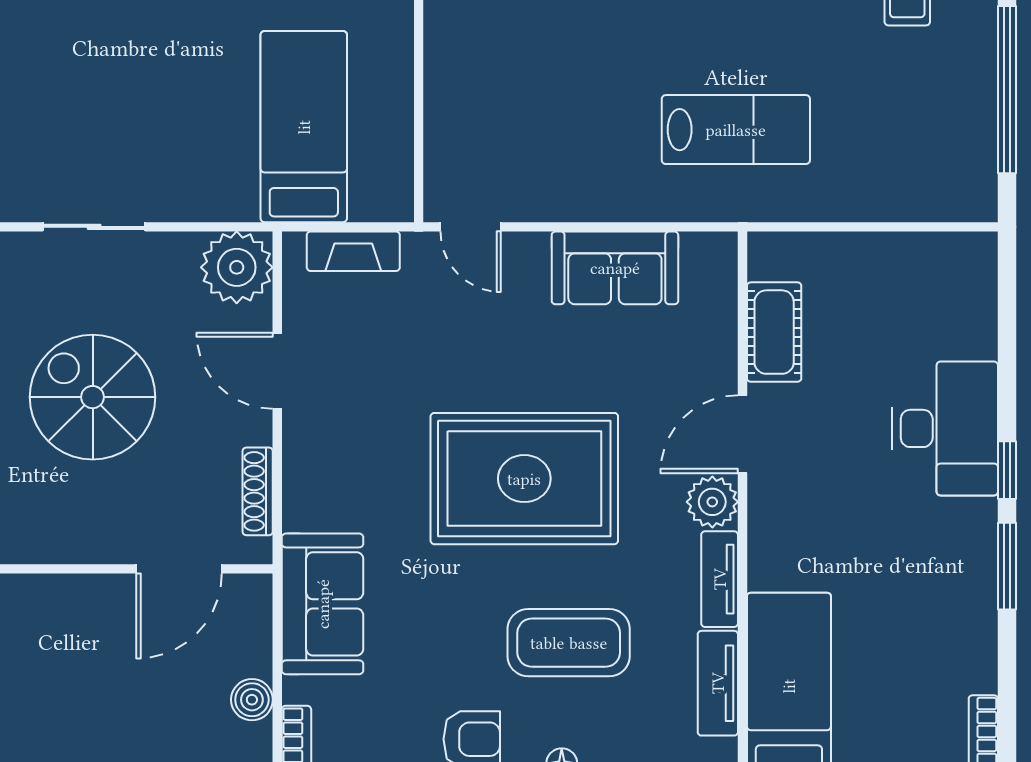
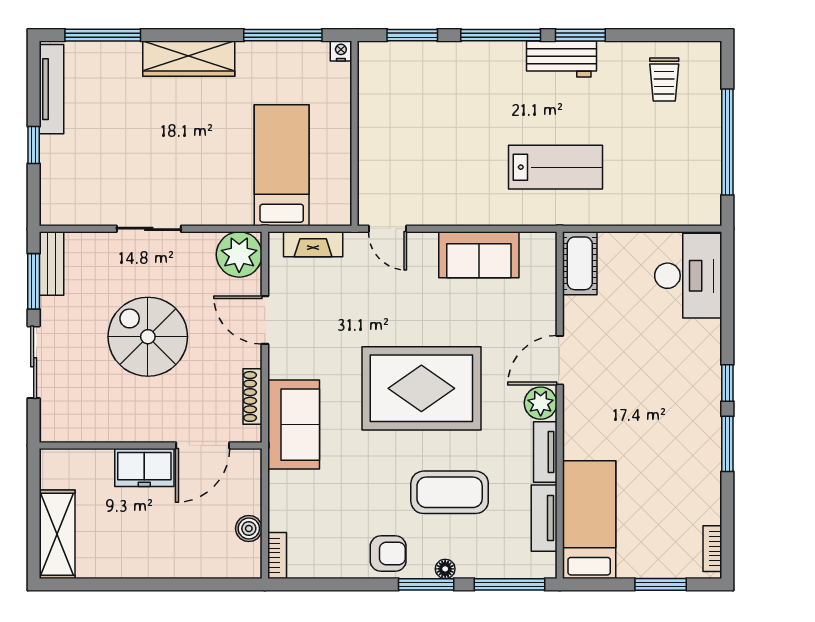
cot: (774, 332) -> (580, 263), moved
desk: (945, 428) -> (688, 276), moved
freezer: (87, 604) -> (144, 468), added
sofa: (323, 604) -> (294, 425), moved

